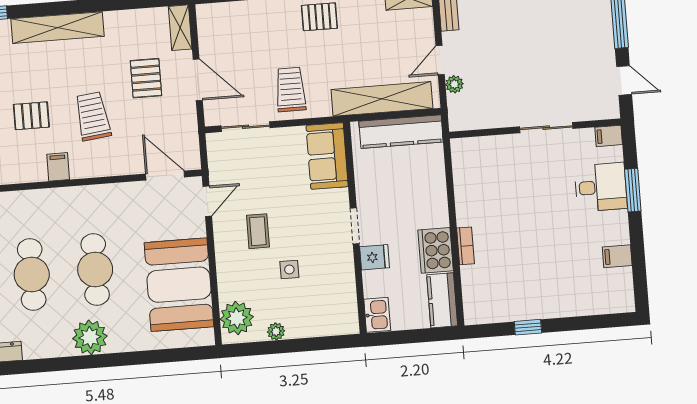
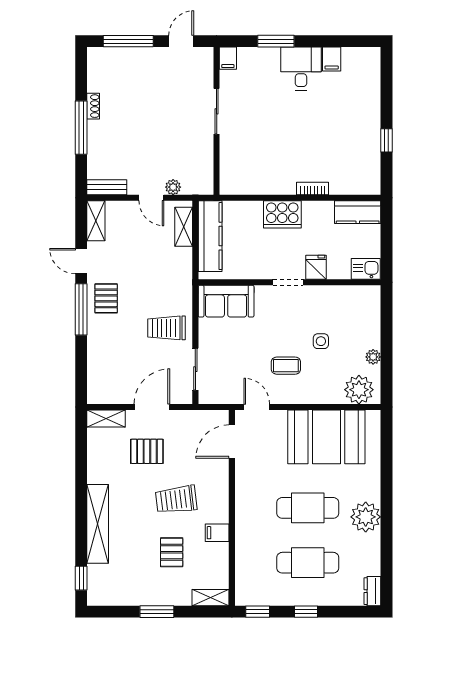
shelving: (382, 99) -> (184, 227), width x0.45, depth x0.75
desk: (601, 187) -> (301, 69), moved
cooker: (436, 250) -> (282, 214), moved

